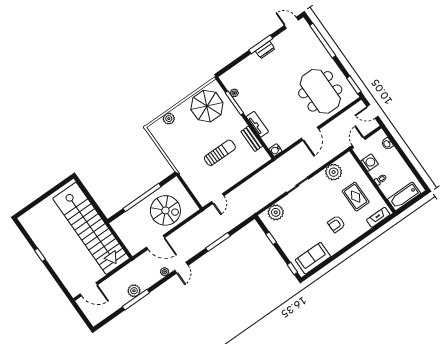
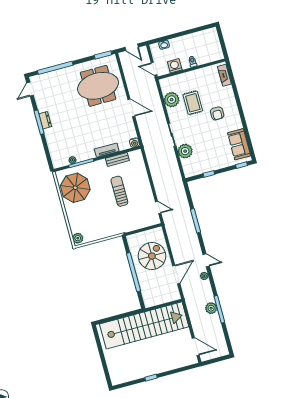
door: (373, 112) -> (132, 47), hinge flipped
plant: (169, 119) -> (78, 238), moved
bathtub: (404, 196) -> (214, 47), removed
rug: (356, 197) -> (193, 103), moved, turned 90
plant: (276, 212) -> (185, 151), moved
door: (89, 289) -> (196, 347), hinge flipped

